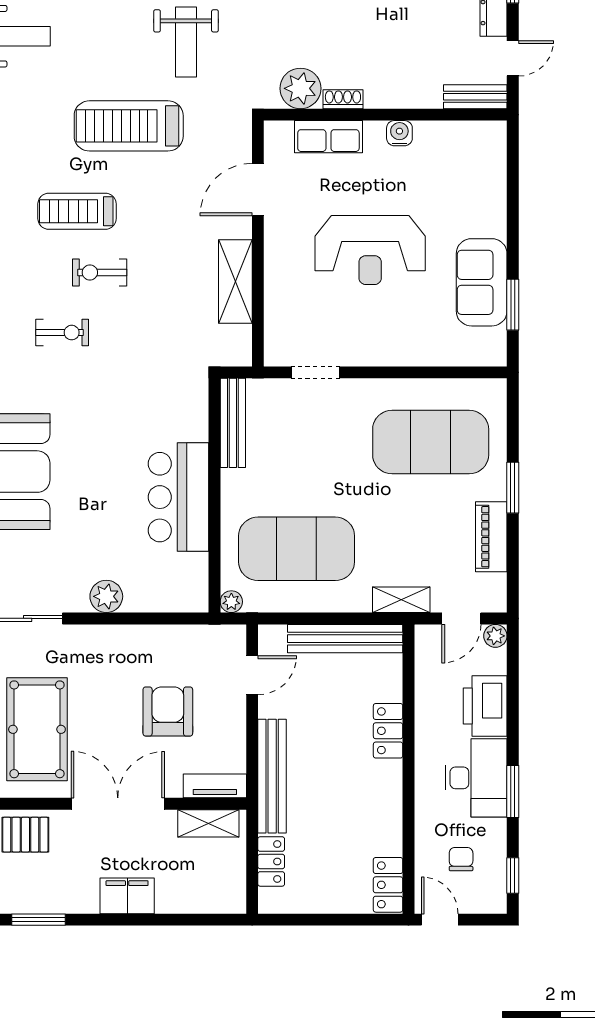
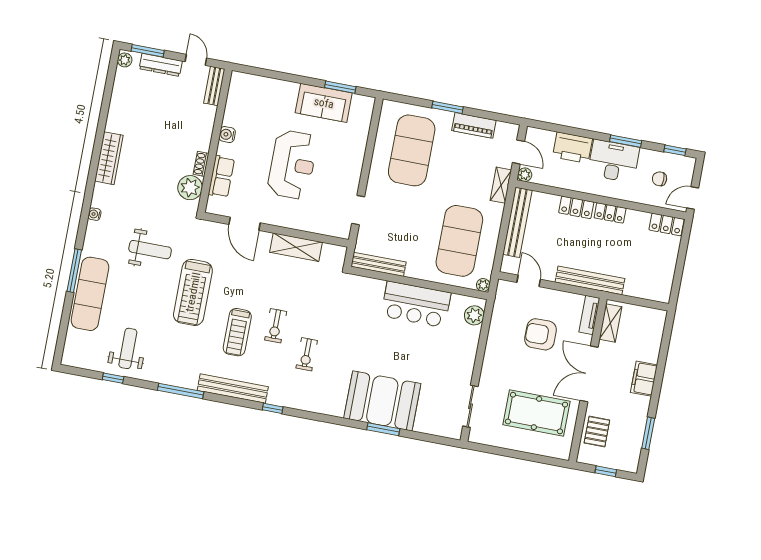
exercise bike: (62, 333) -> (307, 354), turned 180
plant: (106, 596) -> (474, 315), moved
plant: (495, 636) -> (525, 175), moved
locker: (271, 861) -> (610, 213), moved, turned 180

